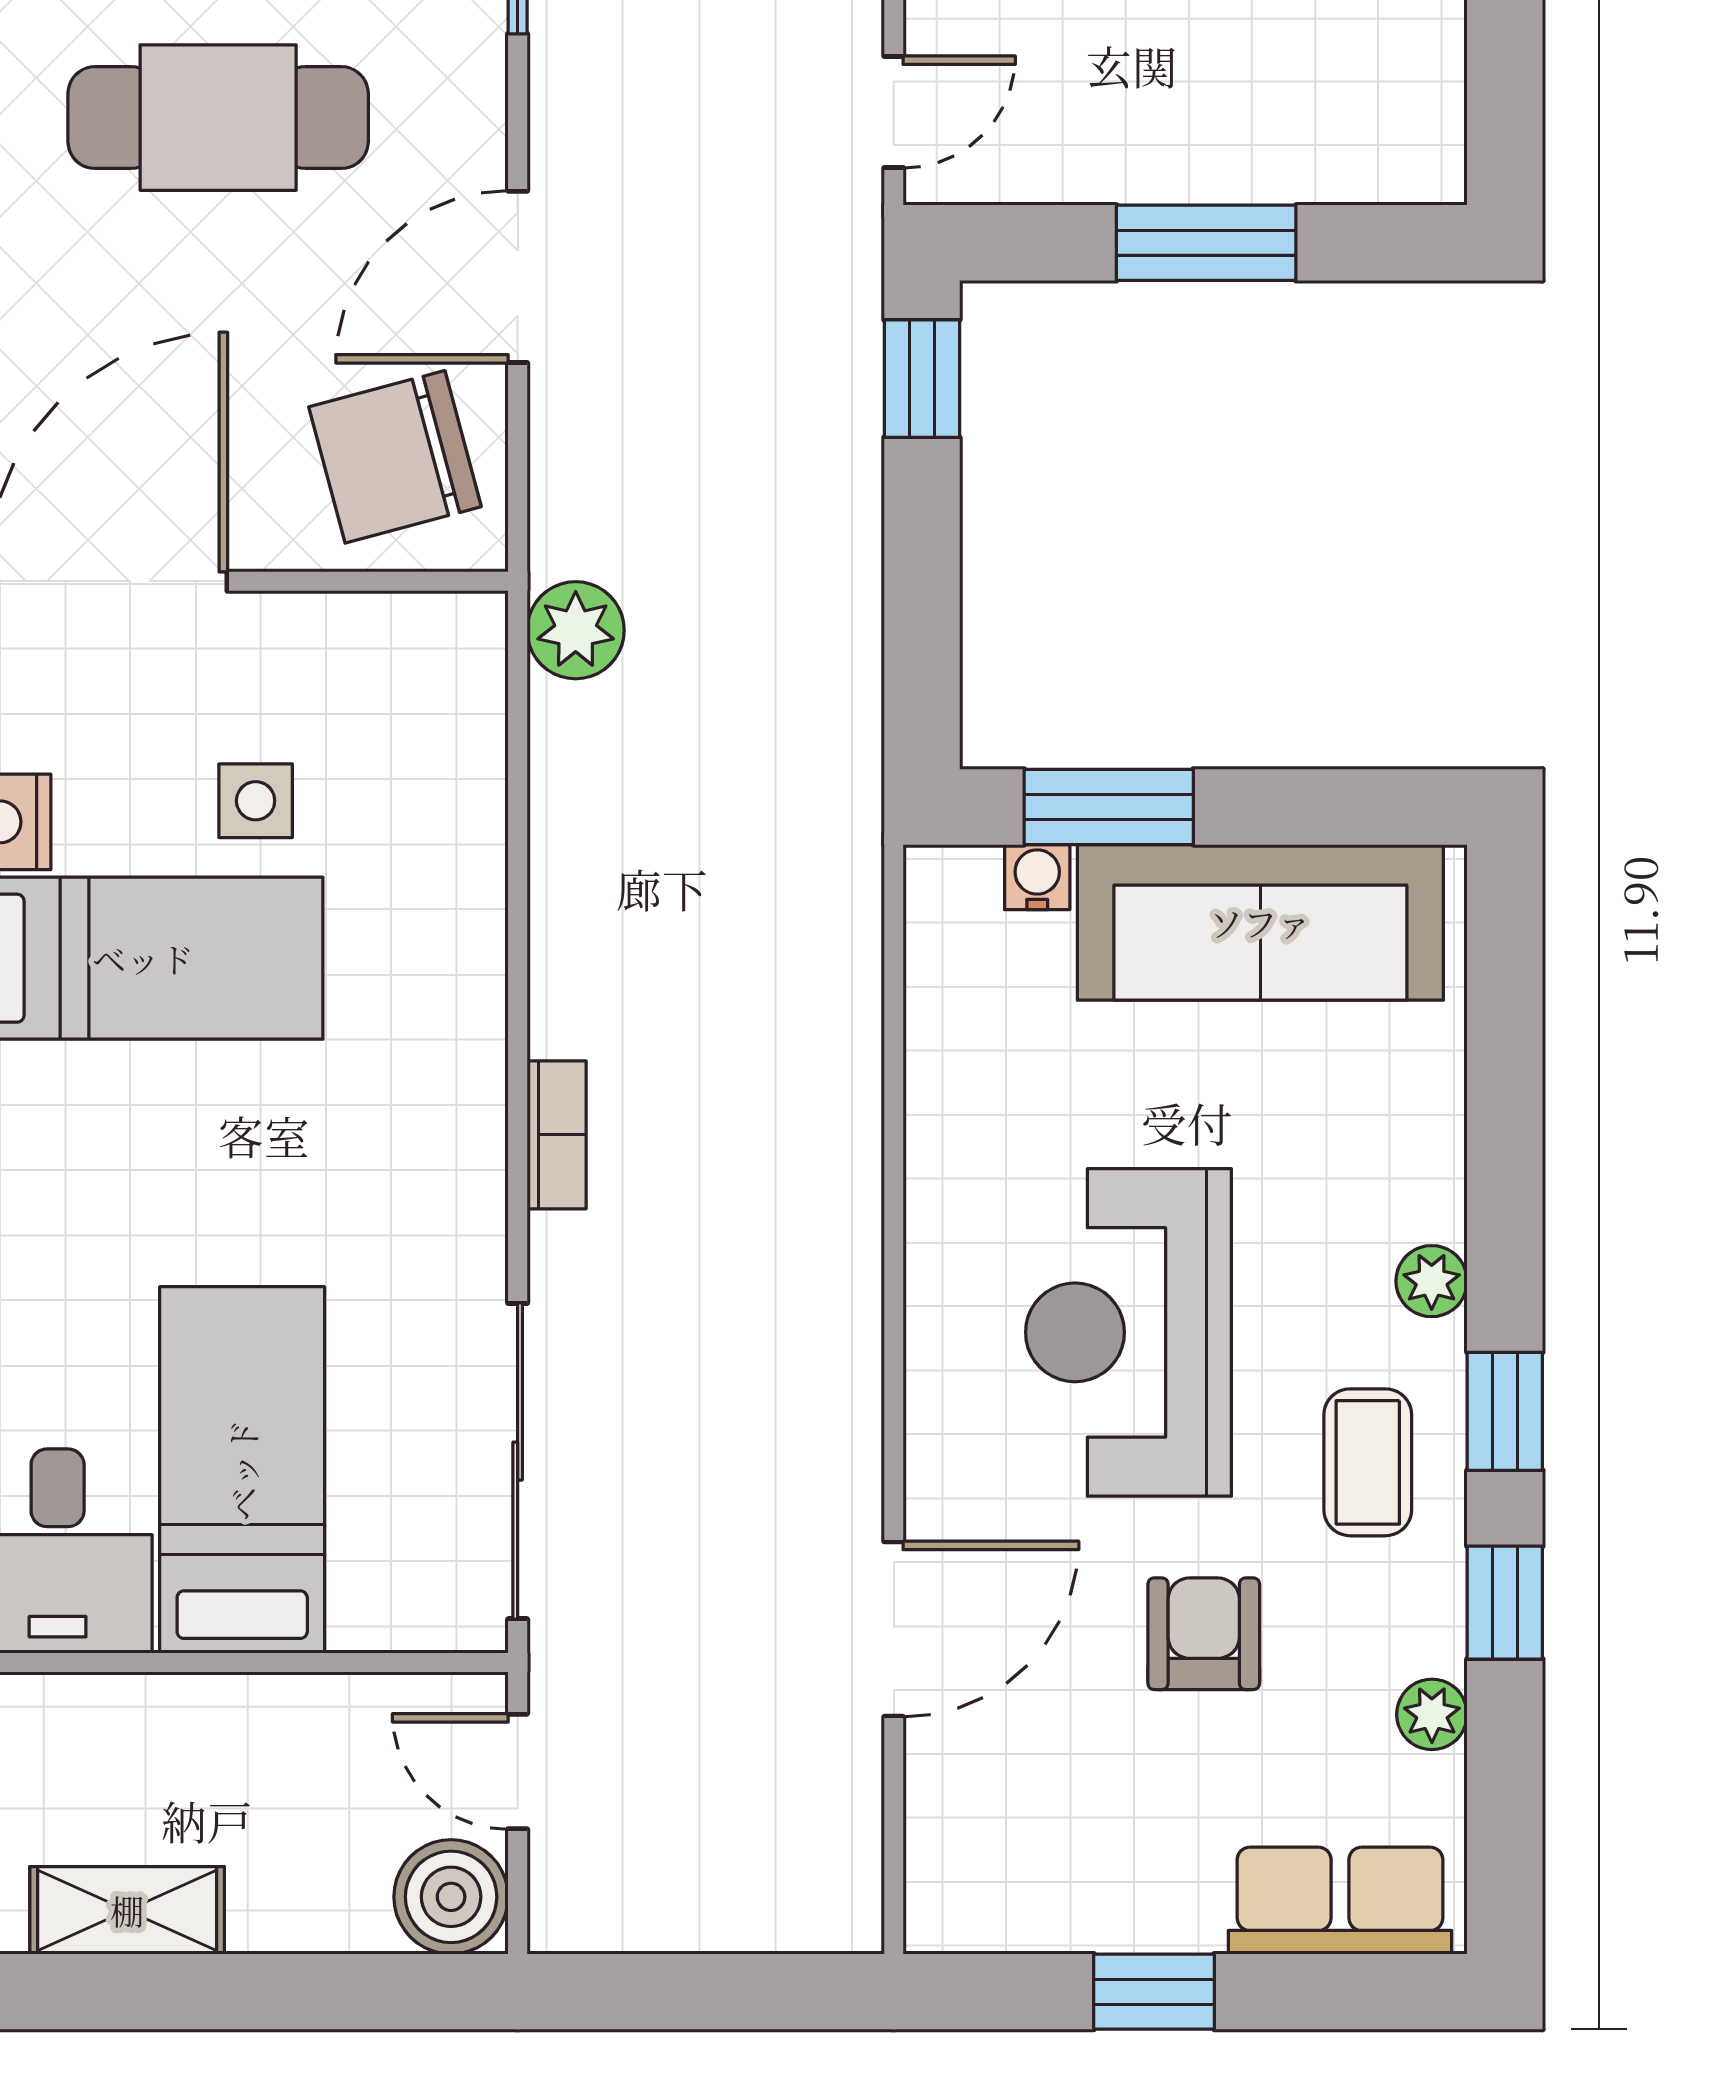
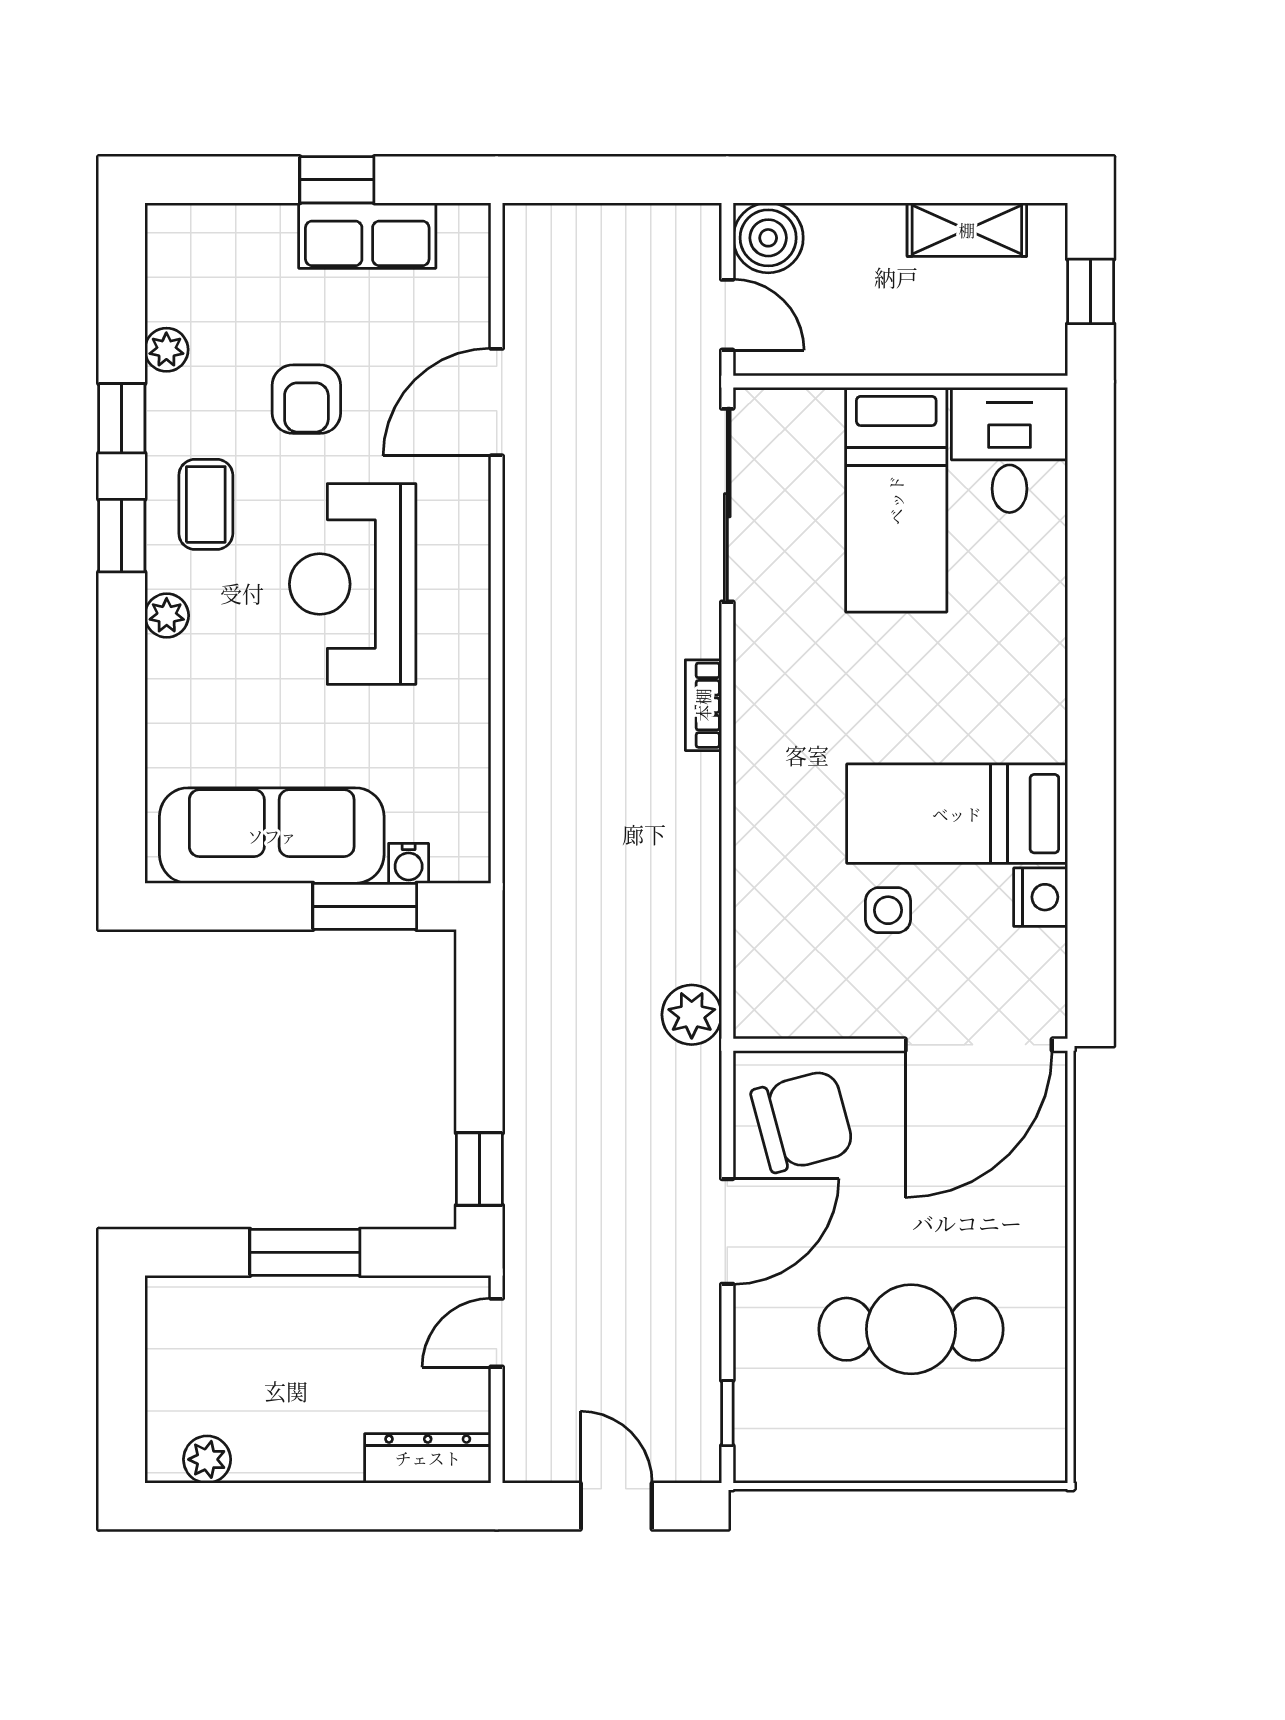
reception desk: (1129, 1332) -> (353, 584), turned 180
row of seats: (1340, 1901) -> (367, 236), moved

